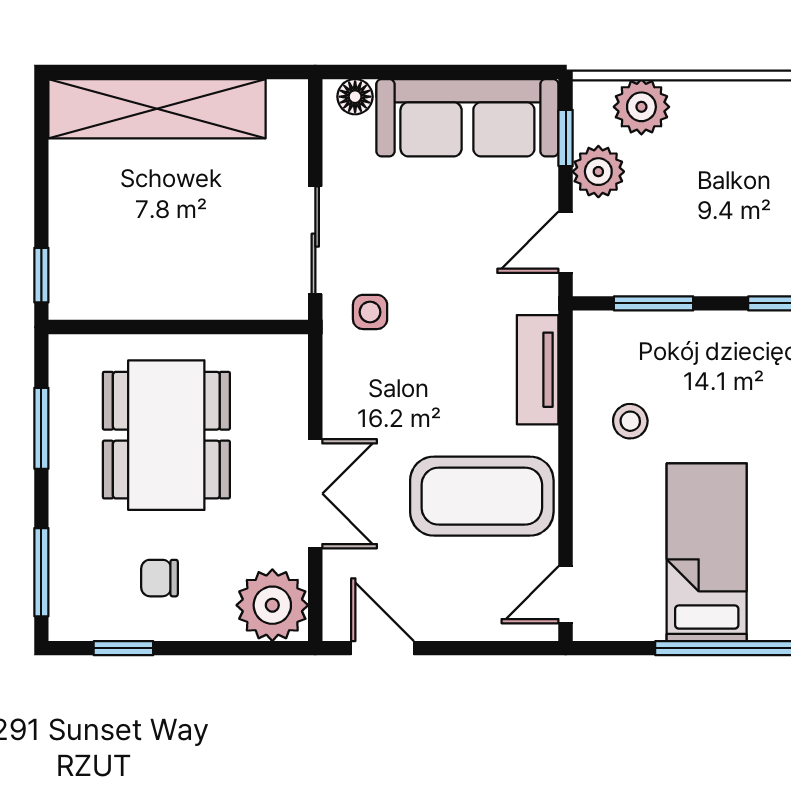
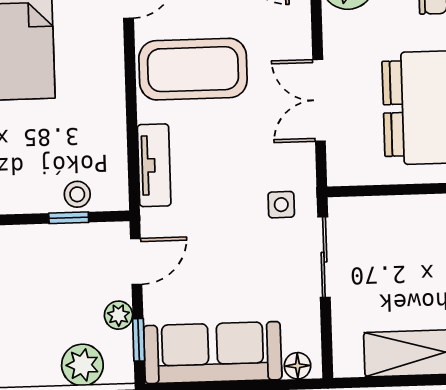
plant: (598, 172) -> (118, 315), width x0.73, depth x0.73
window: (654, 303) -> (69, 218), width x0.67
stool: (630, 421) -> (77, 194), moved
double door: (315, 494) -> (319, 100), moved

